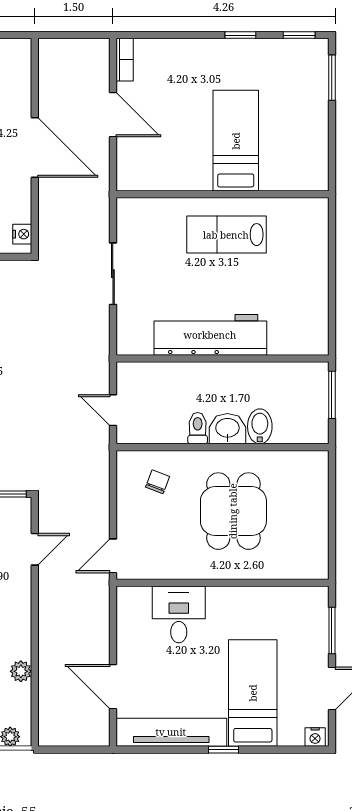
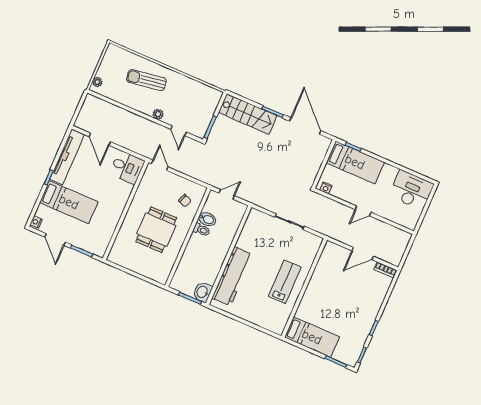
bed: (236, 141) -> (312, 337), moved
door: (35, 147) -> (363, 211), width x0.53
workbench: (210, 335) -> (232, 276), moved
bidet: (260, 426) -> (207, 219), moved
washbasin: (227, 429) -> (203, 292), moved, turned 180
dining table: (233, 511) -> (156, 230), turned 90
desk: (179, 614) -> (127, 167), moved
plant: (21, 671) -> (158, 114), moved
door: (113, 687) -> (100, 139), swing flipped

